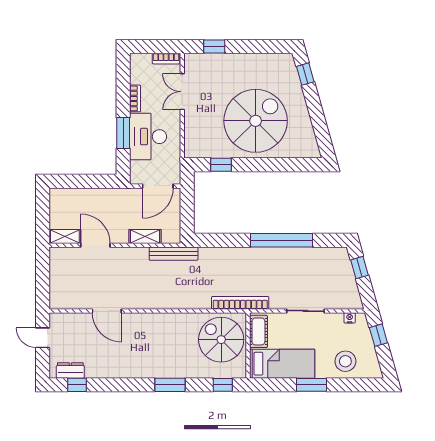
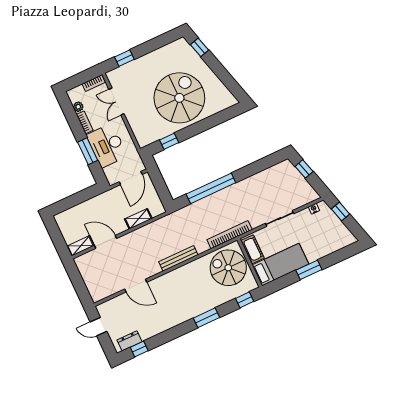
plant: (136, 77) -> (78, 107), added
window: (282, 240) -> (211, 188), moved
bench: (174, 254) -> (178, 258), moved
stool: (345, 361) -> (325, 241), removed

